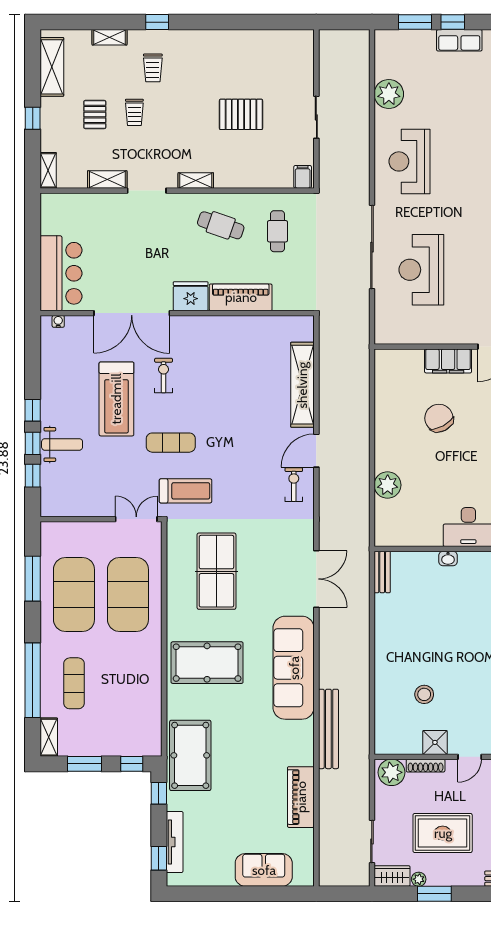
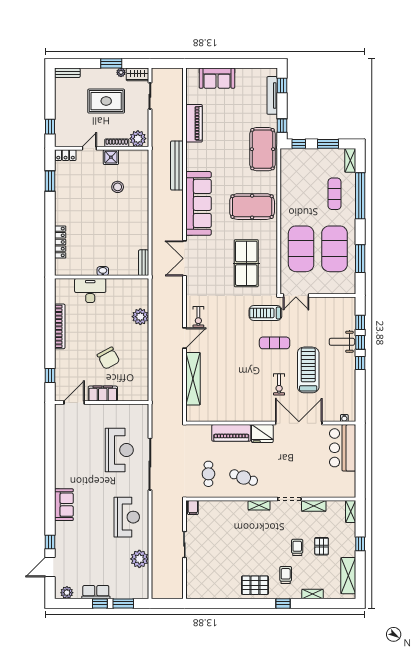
pallet: (241, 114) -> (255, 585), moved

